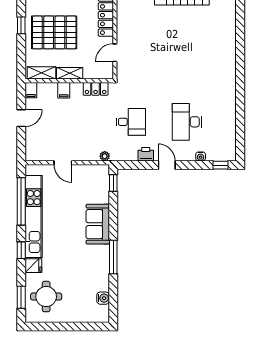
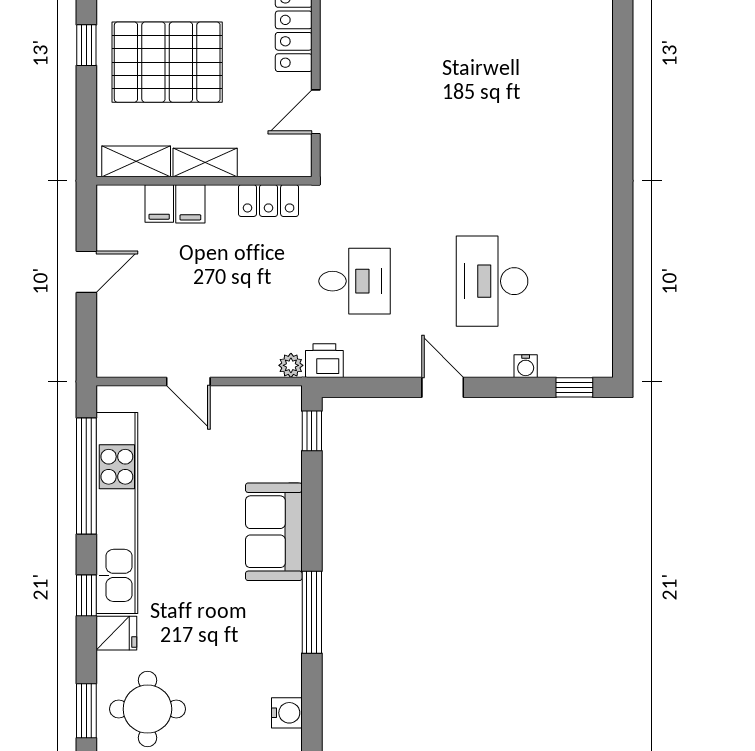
filing cabinet: (31, 90) -> (159, 203), moved
printer: (146, 154) -> (324, 361), moved

